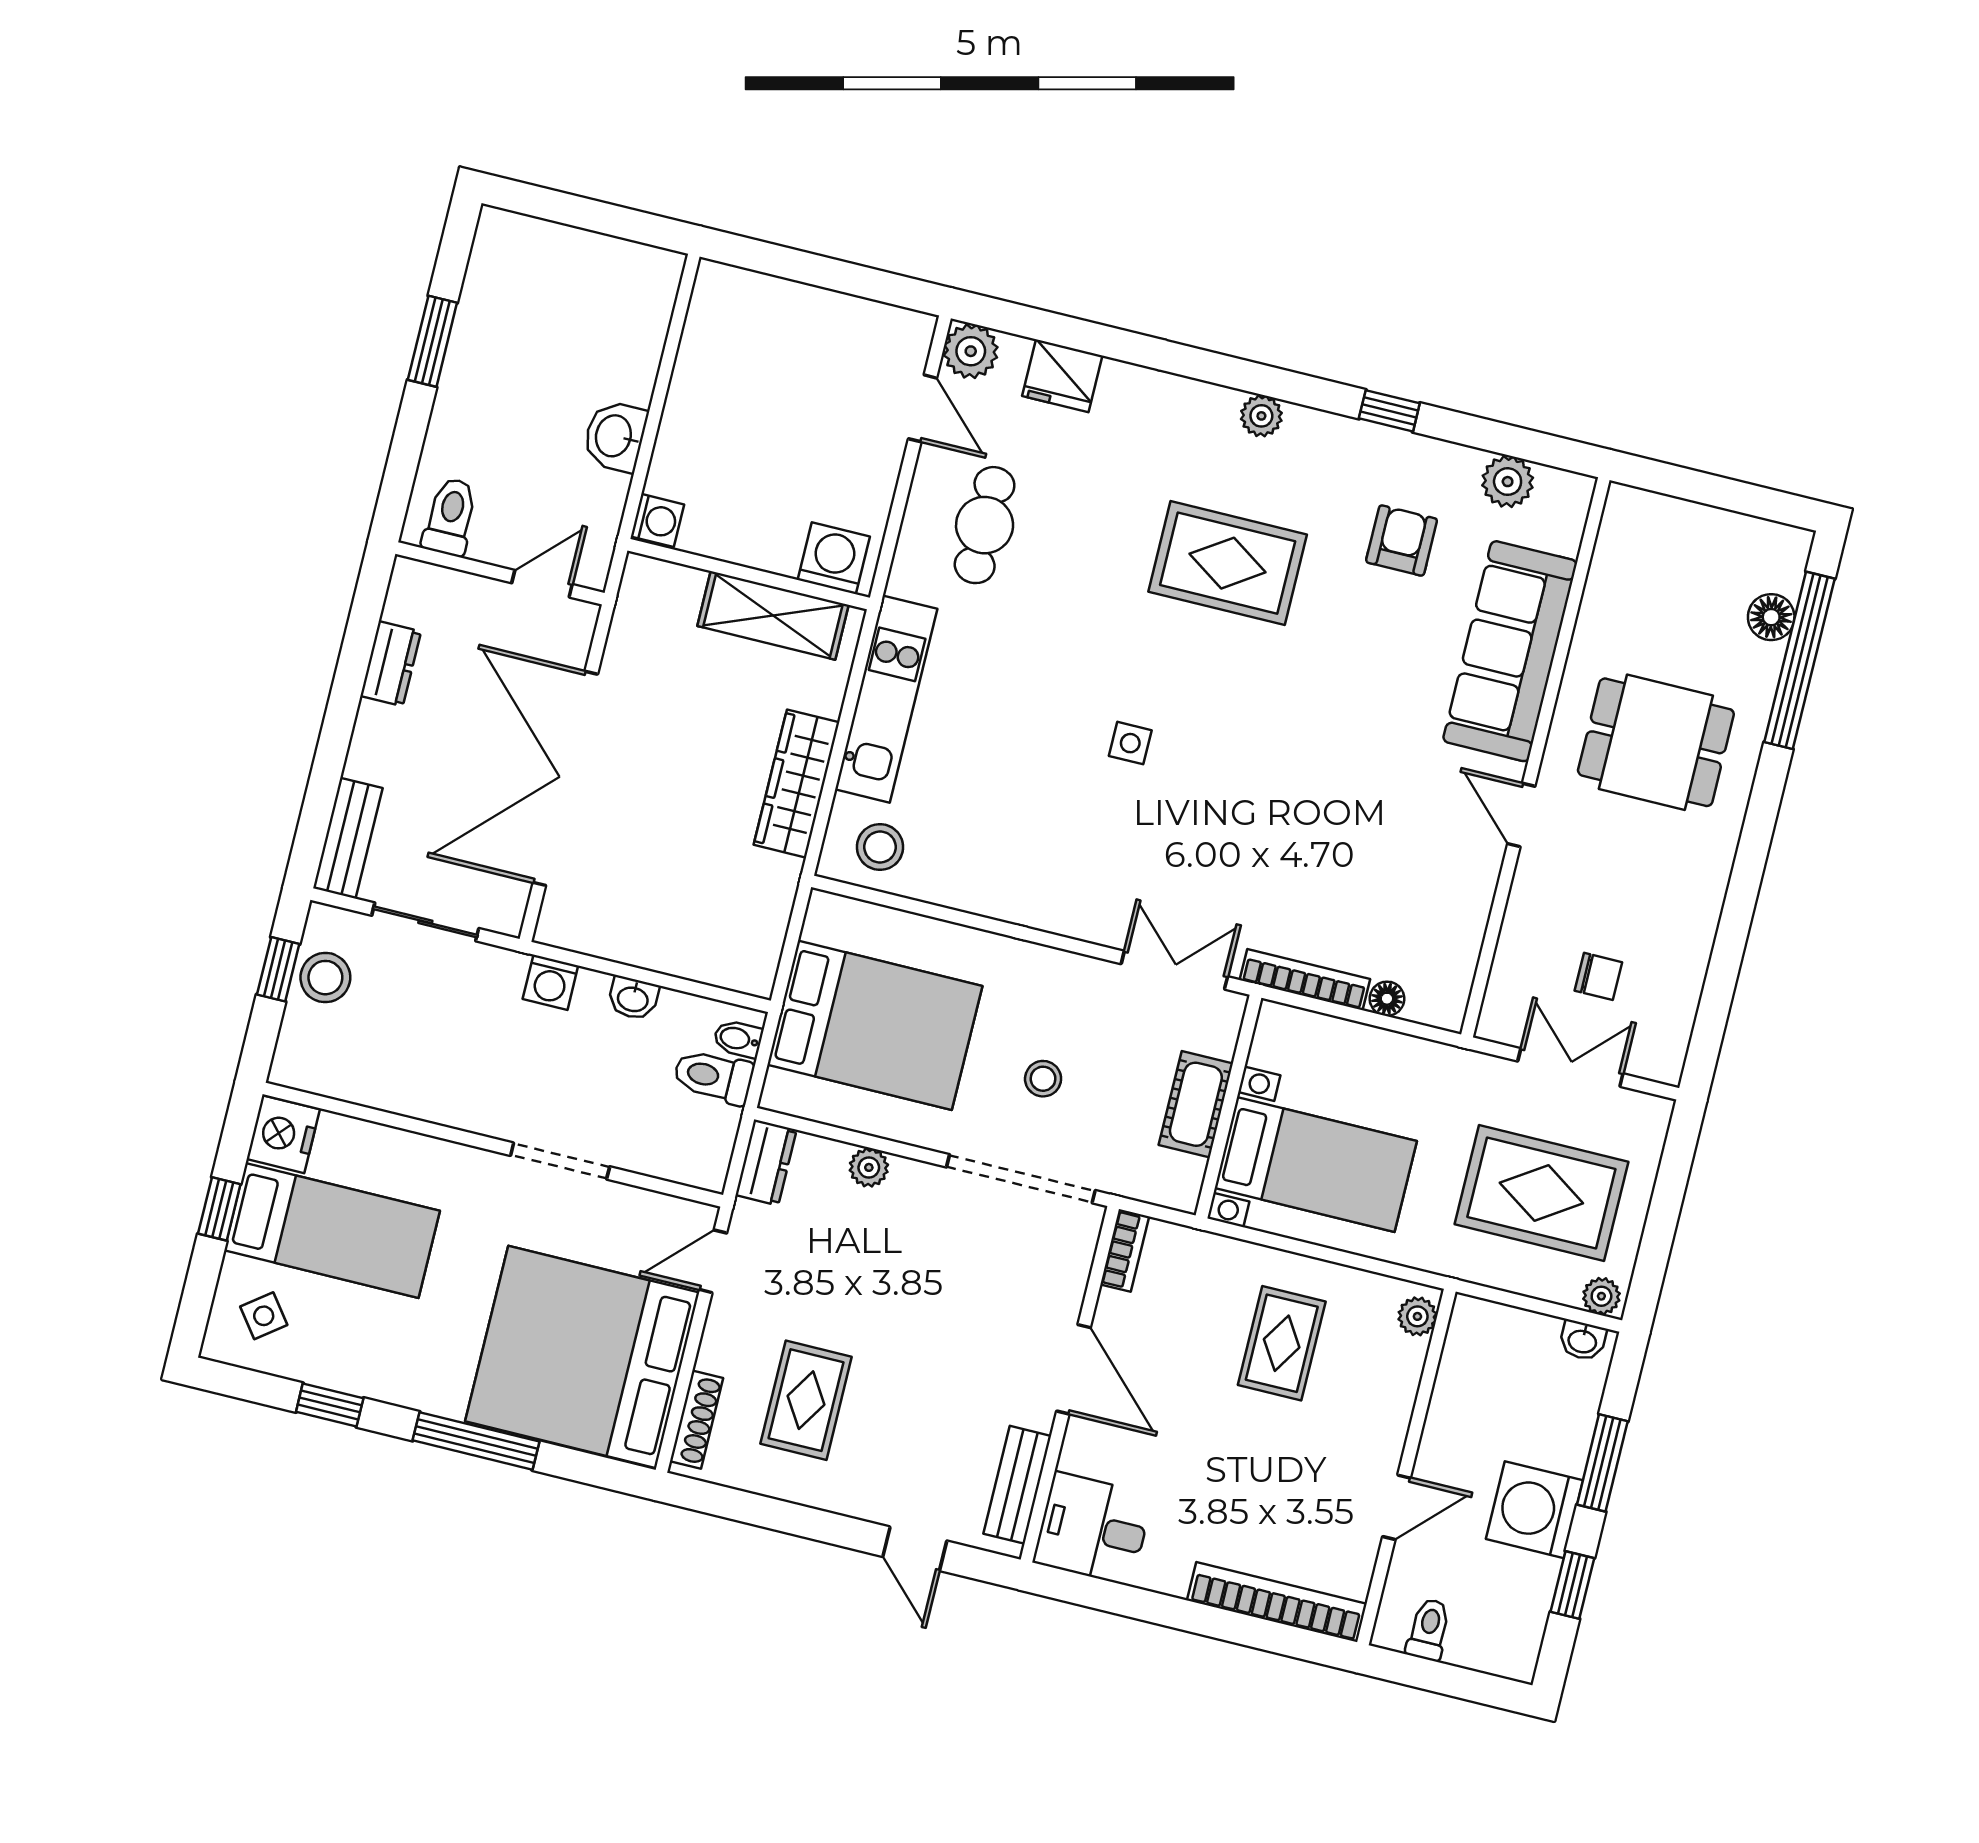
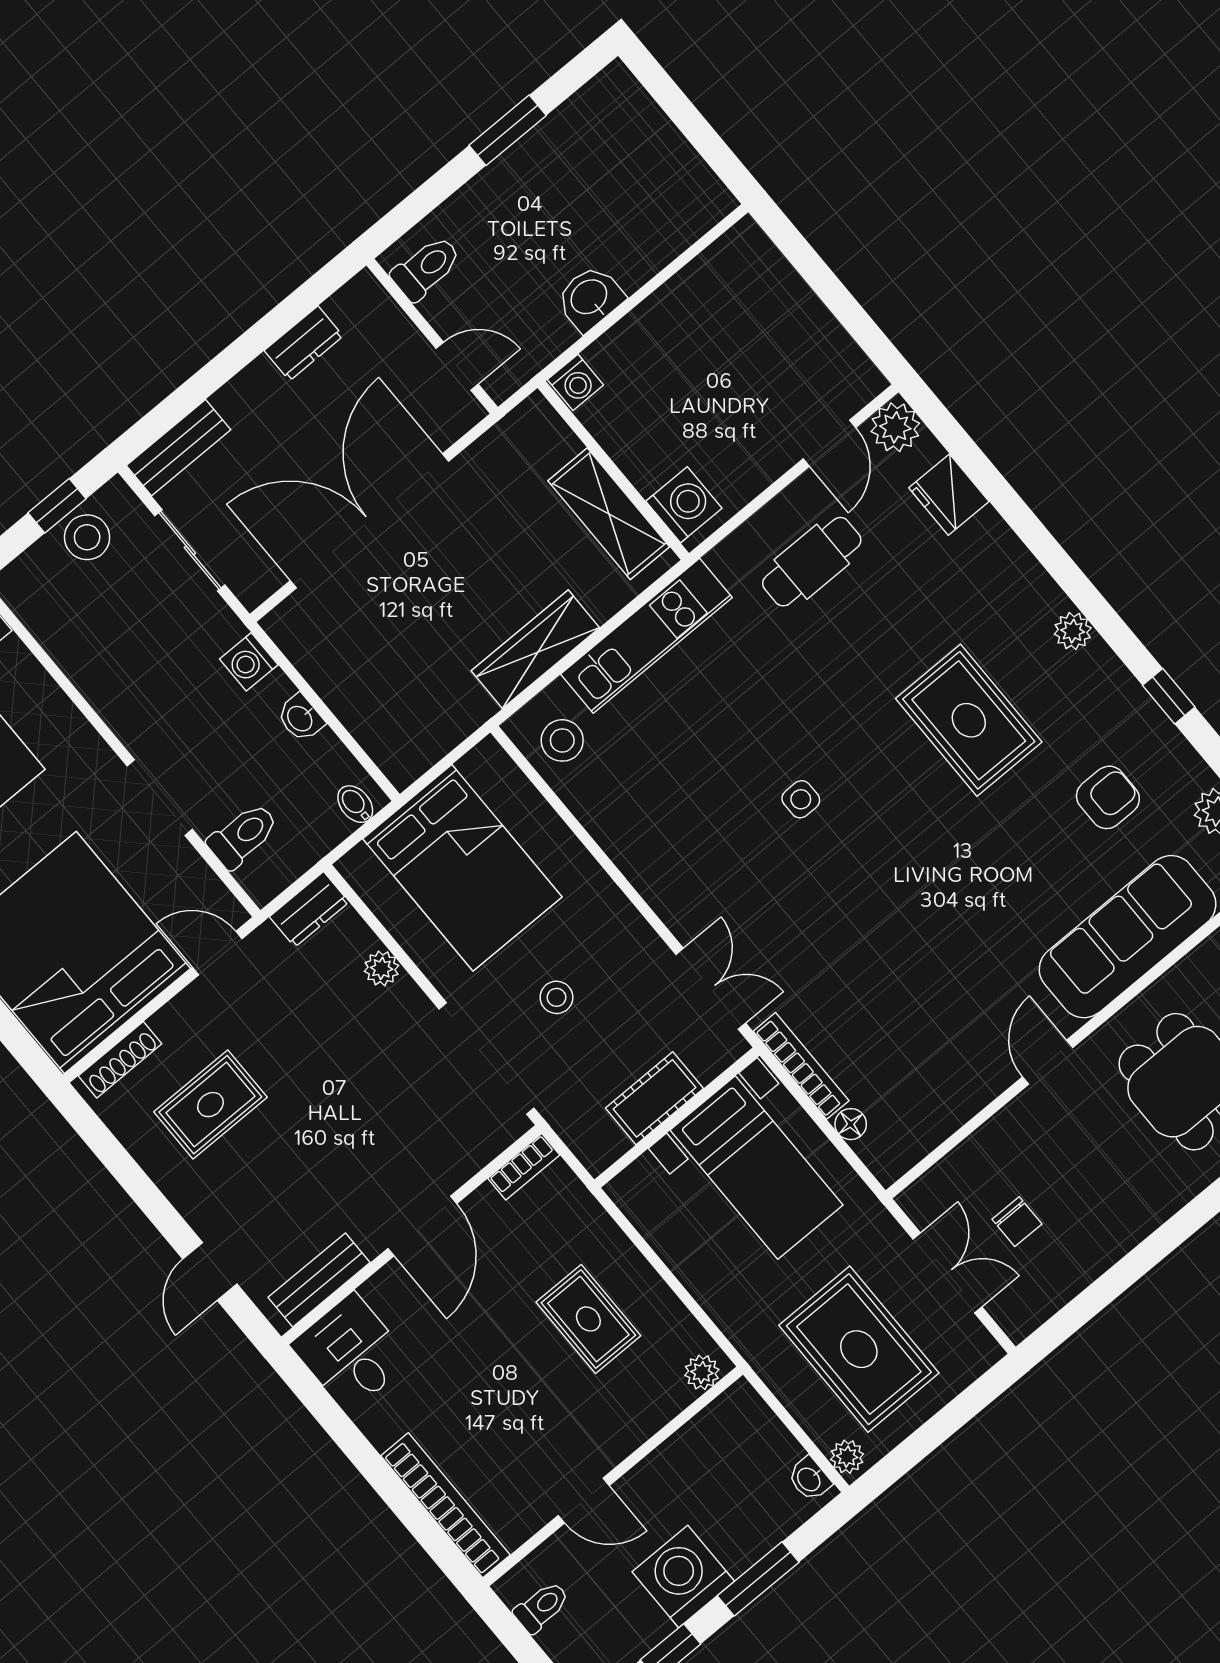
toilet: (713, 1077) -> (243, 836), moved, turned 90
bed with nightstands: (1316, 1165) -> (757, 1168), moved
rug: (1282, 1343) -> (588, 1319), turned 90

